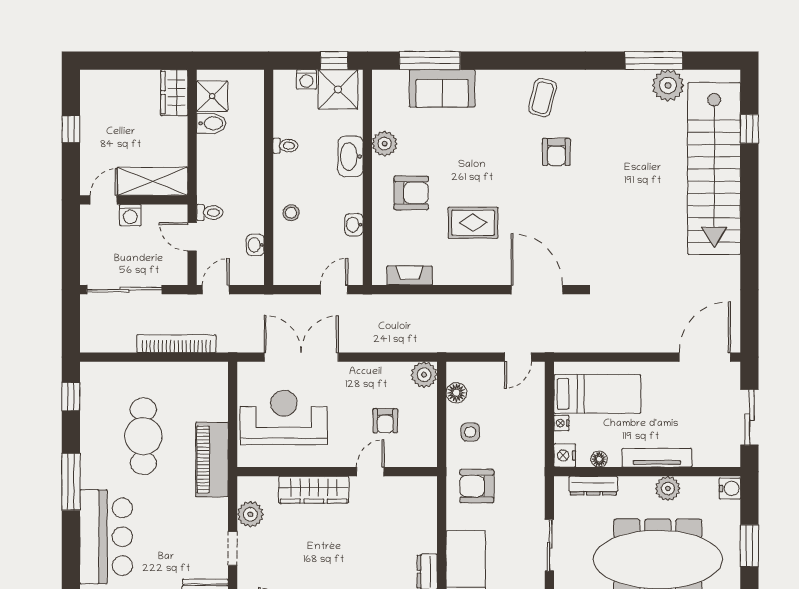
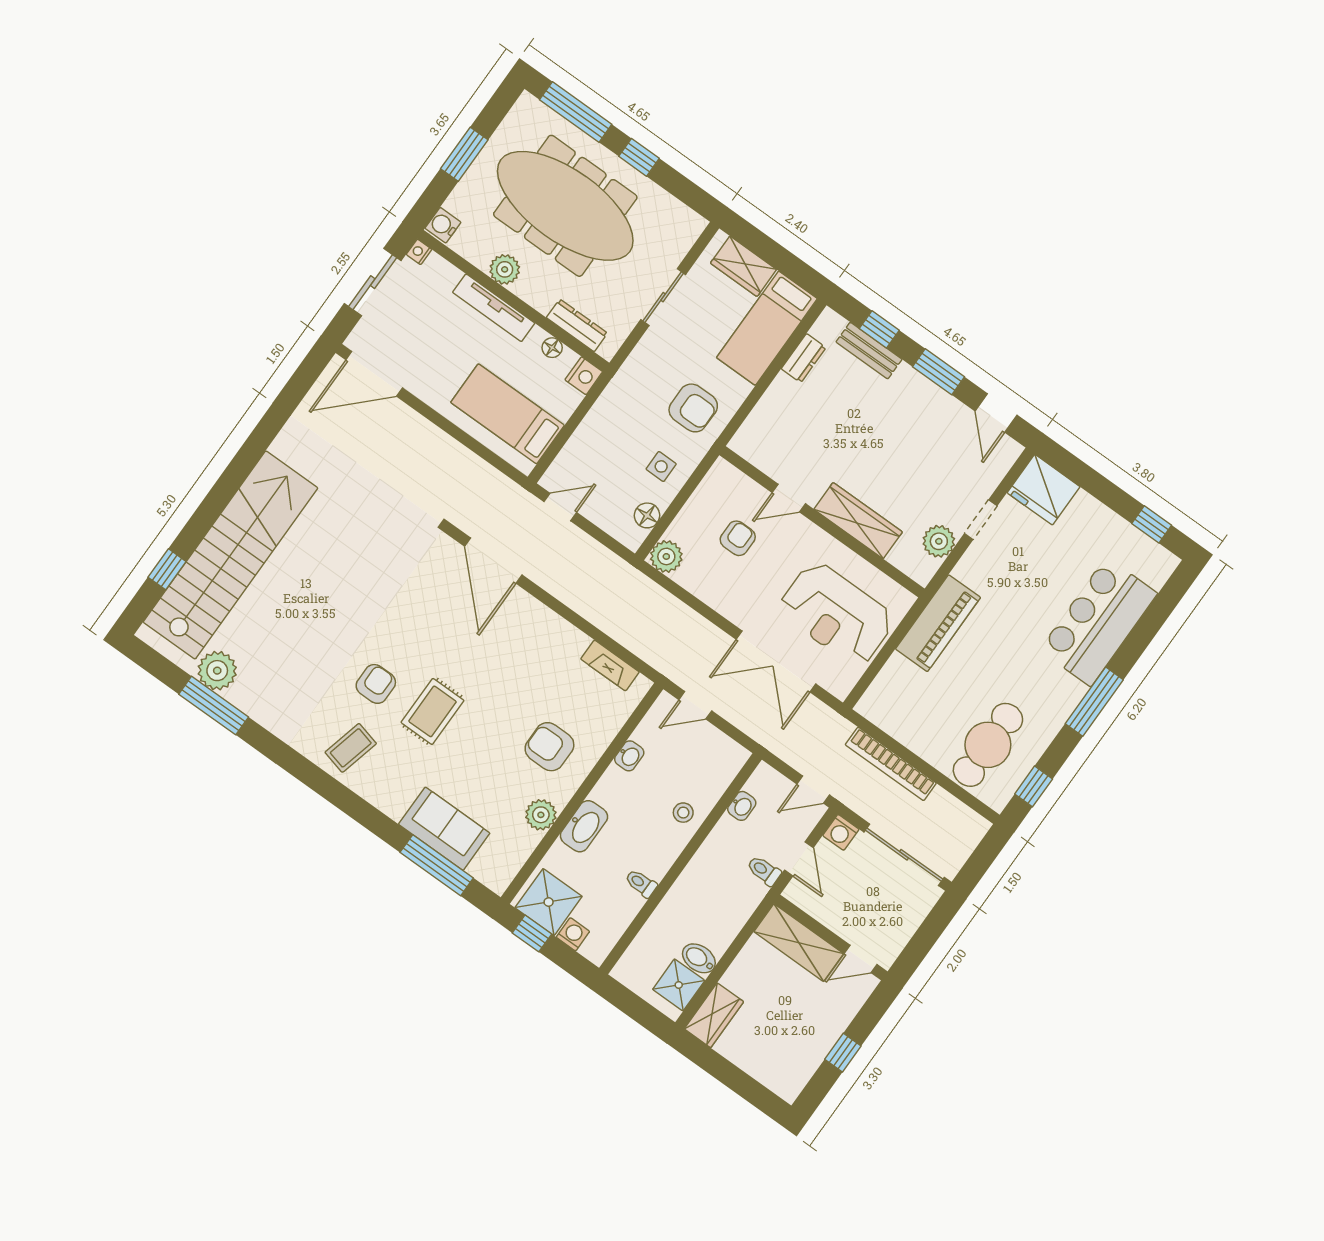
washing machine: (130, 215) -> (841, 832), moved, turned 180
rug: (473, 223) -> (433, 711), moved, turned 90
nightstand: (561, 423) -> (419, 252), moved, turned 180
cafe table: (143, 436) -> (988, 745), moved

